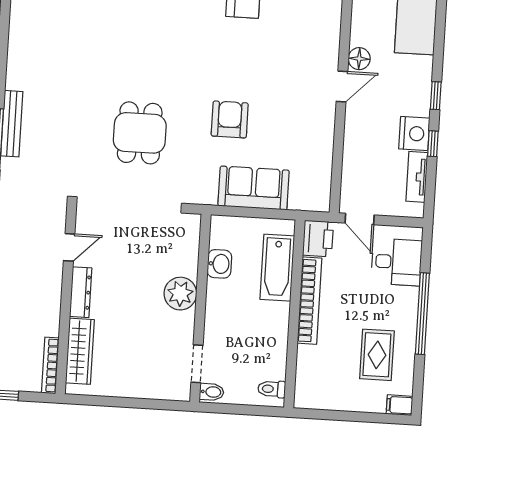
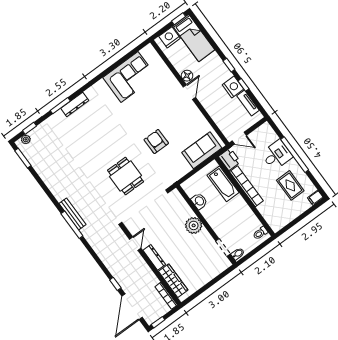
sofa: (254, 188) -> (202, 150), moved
desk: (397, 262) -> (277, 155), moved

